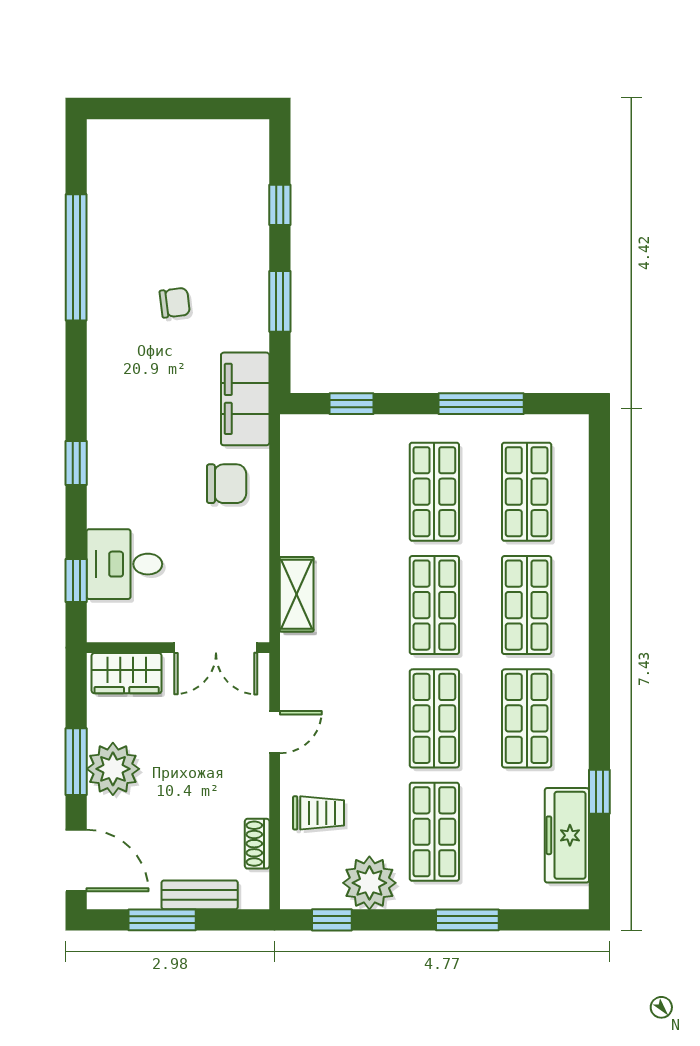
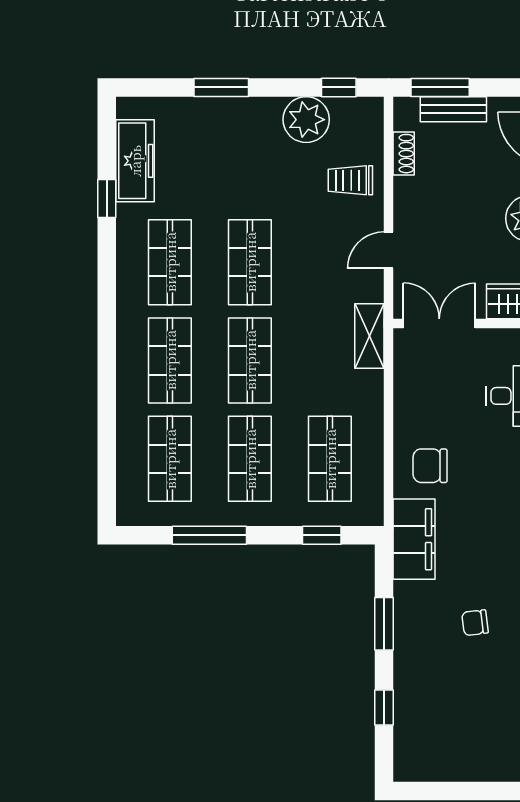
shelving: (297, 594) -> (369, 336), moved
shop shelf: (434, 832) -> (330, 459), moved
window: (162, 920) -> (440, 87), moved

